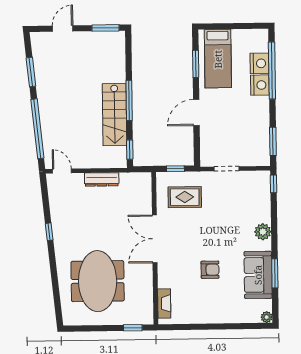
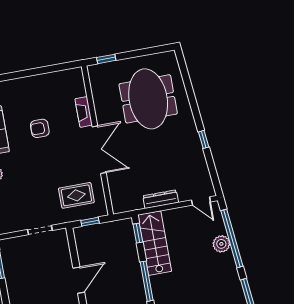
stairs: (115, 115) -> (155, 243), moved
plant: (49, 125) -> (221, 244), added
fireplace: (164, 303) -> (84, 112), moved

